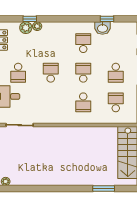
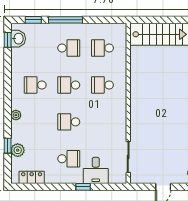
window: (107, 19) -> (8, 40), moved
plant: (37, 26) -> (16, 115), moved
washbasin: (102, 28) -> (18, 39), moved
school desk: (83, 102) -> (102, 85), turned 180

